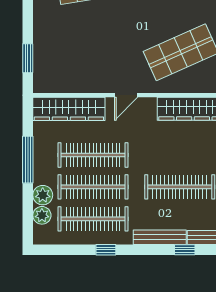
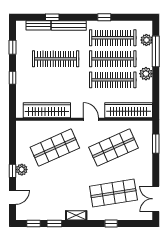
shop shelf: (92, 52) -> (113, 148), added
door: (126, 95) -> (91, 119), hinge flipped
window: (28, 160) -> (156, 51), moved
plant: (43, 195) -> (146, 74), moved

